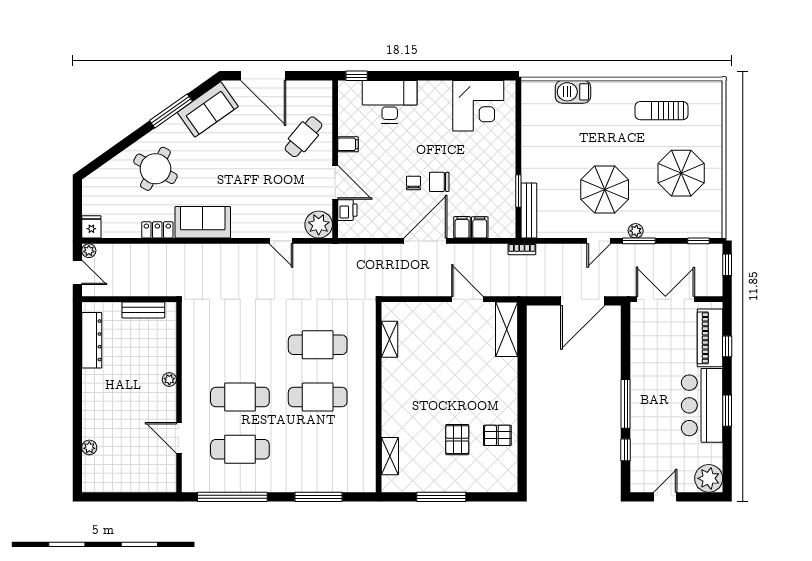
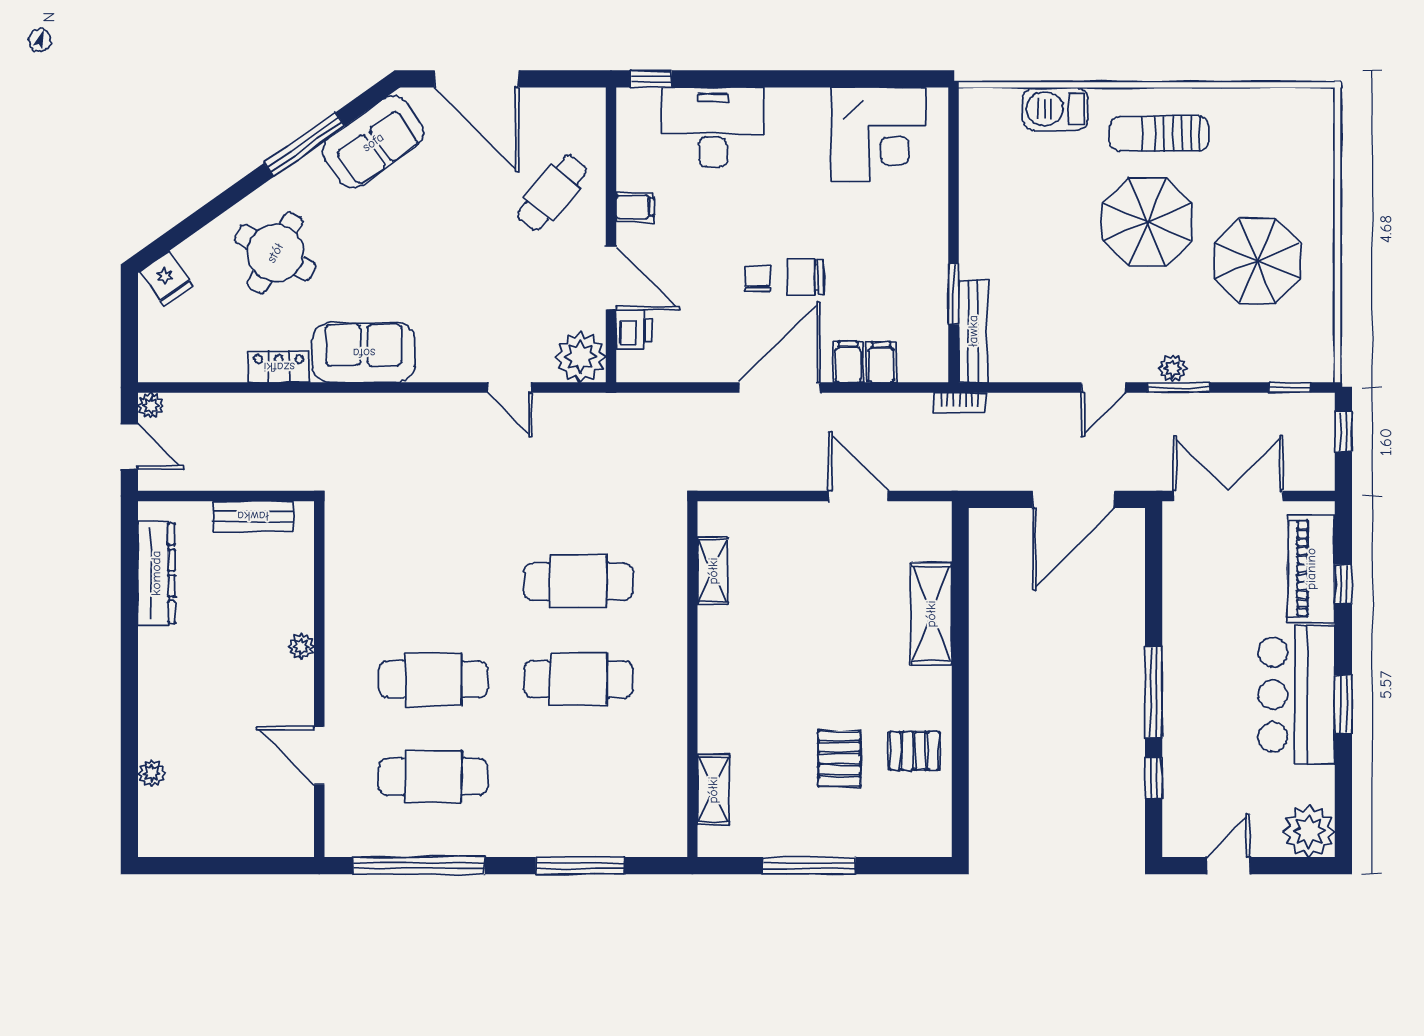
sun lounger: (662, 111) -> (1160, 134), moved
parasol: (605, 190) -> (1147, 222), moved
fridge: (91, 227) -> (167, 279), moved, turned 145
shelving: (507, 329) -> (931, 614), moved

